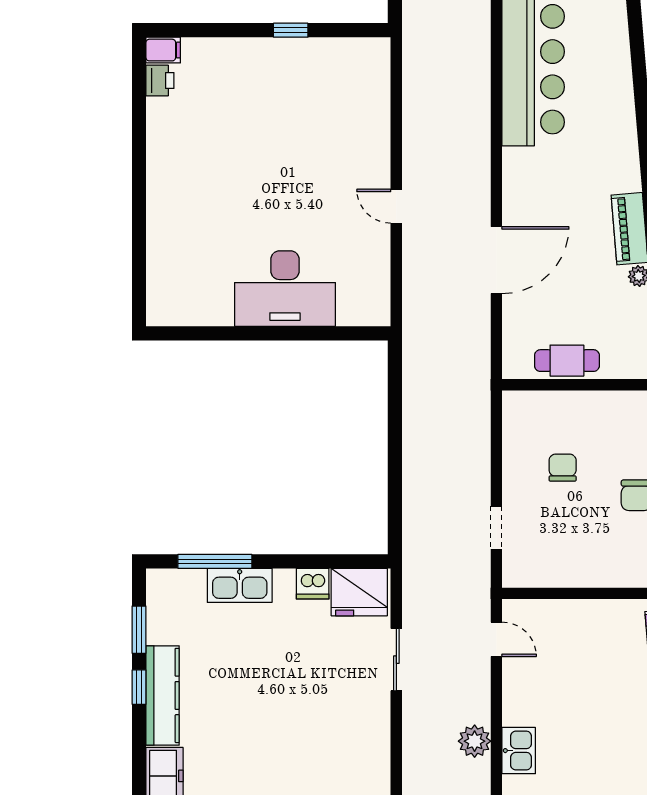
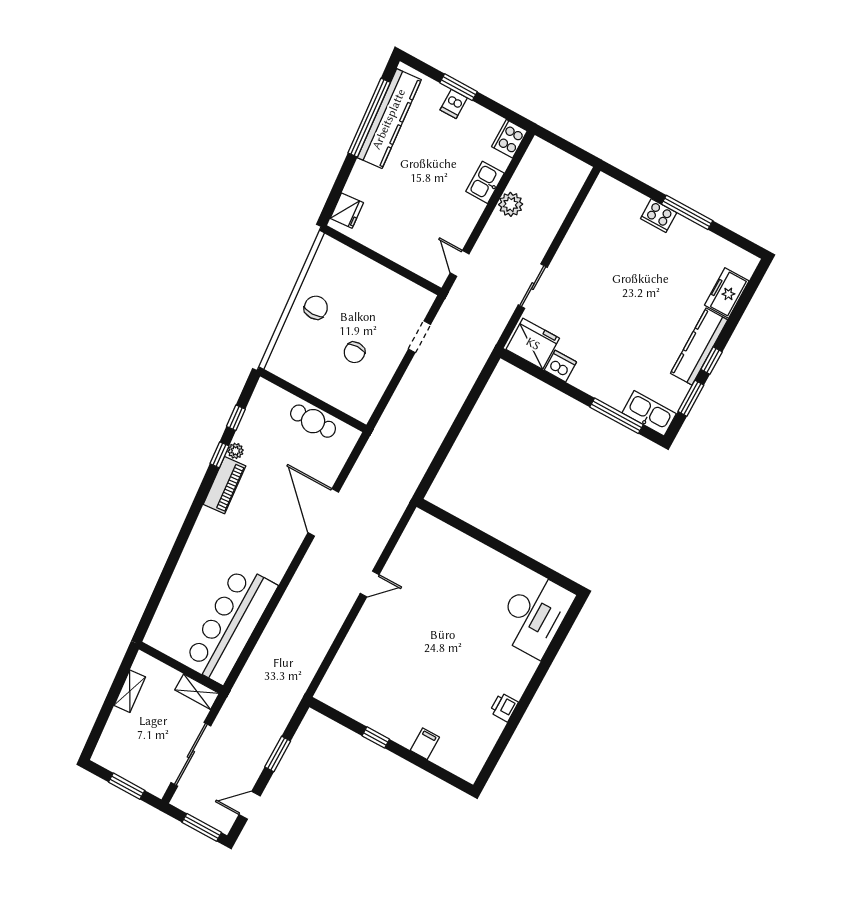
filing cabinet: (163, 50) -> (425, 744), moved, turned 90
printer: (160, 81) -> (504, 707), moved
door: (396, 206) -> (370, 584), hinge flipped
door: (496, 260) -> (323, 512), hinge flipped
desk: (285, 289) -> (534, 614), moved, turned 90
kitchen sink: (240, 585) -> (649, 413), moved

